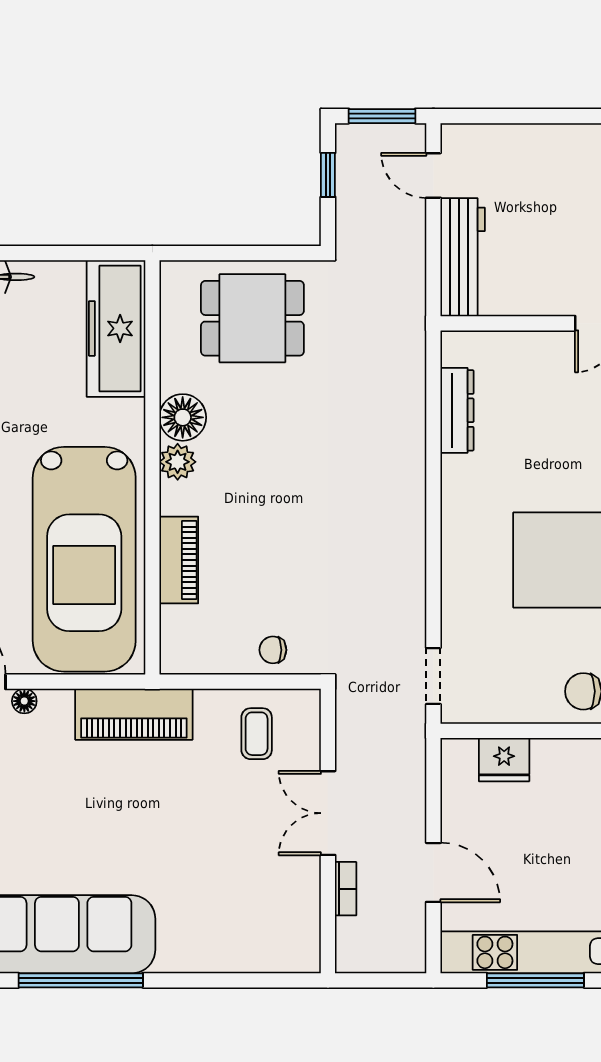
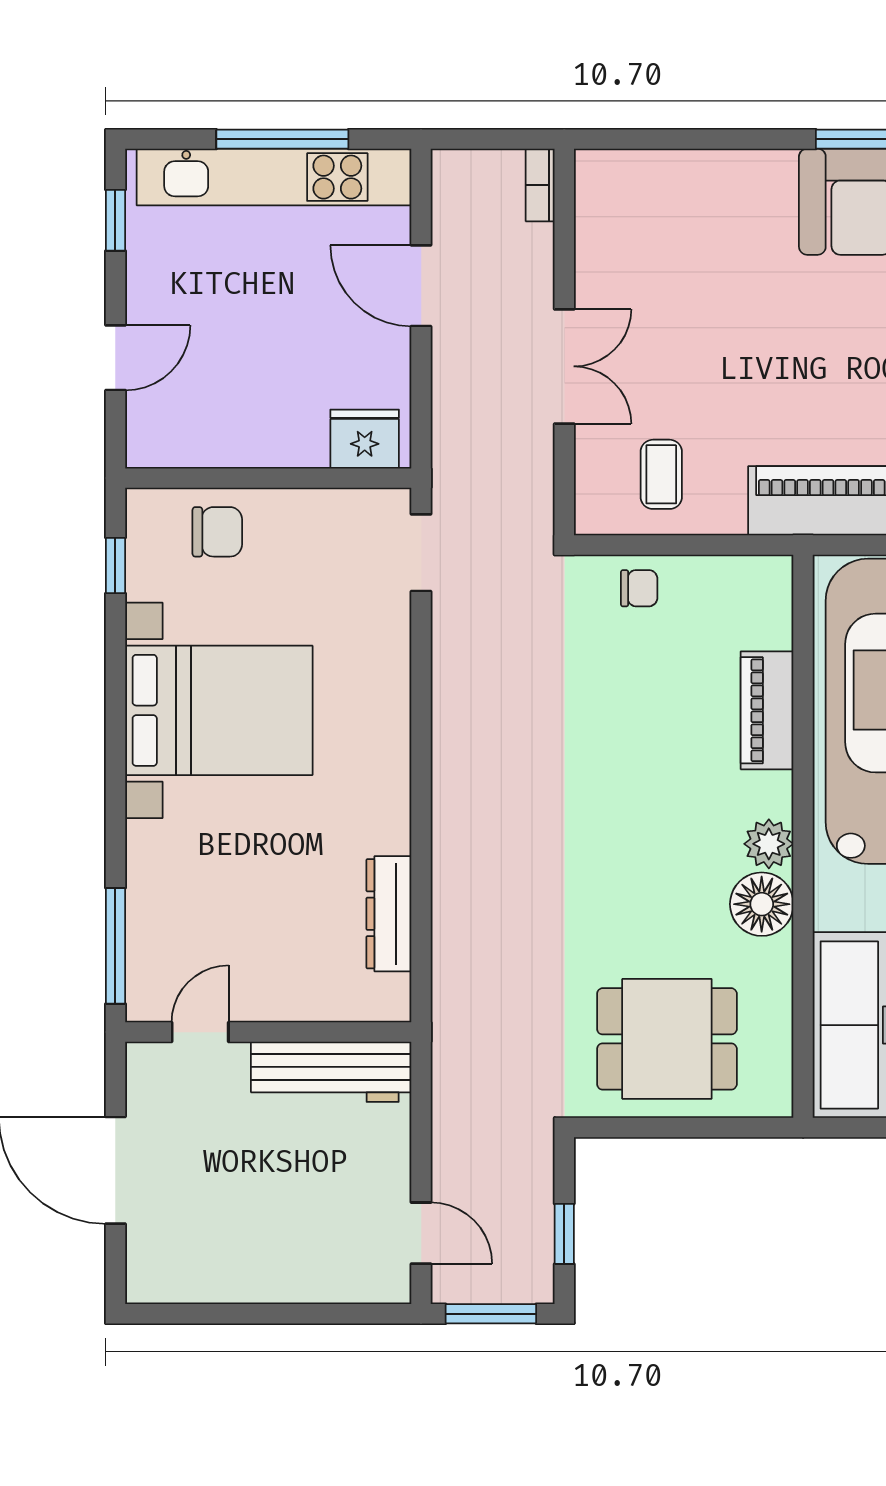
workbench: (463, 257) -> (331, 1072), moved, turned -90
fridge: (504, 760) -> (365, 439), moved
bookcase: (346, 889) -> (540, 185), moved

